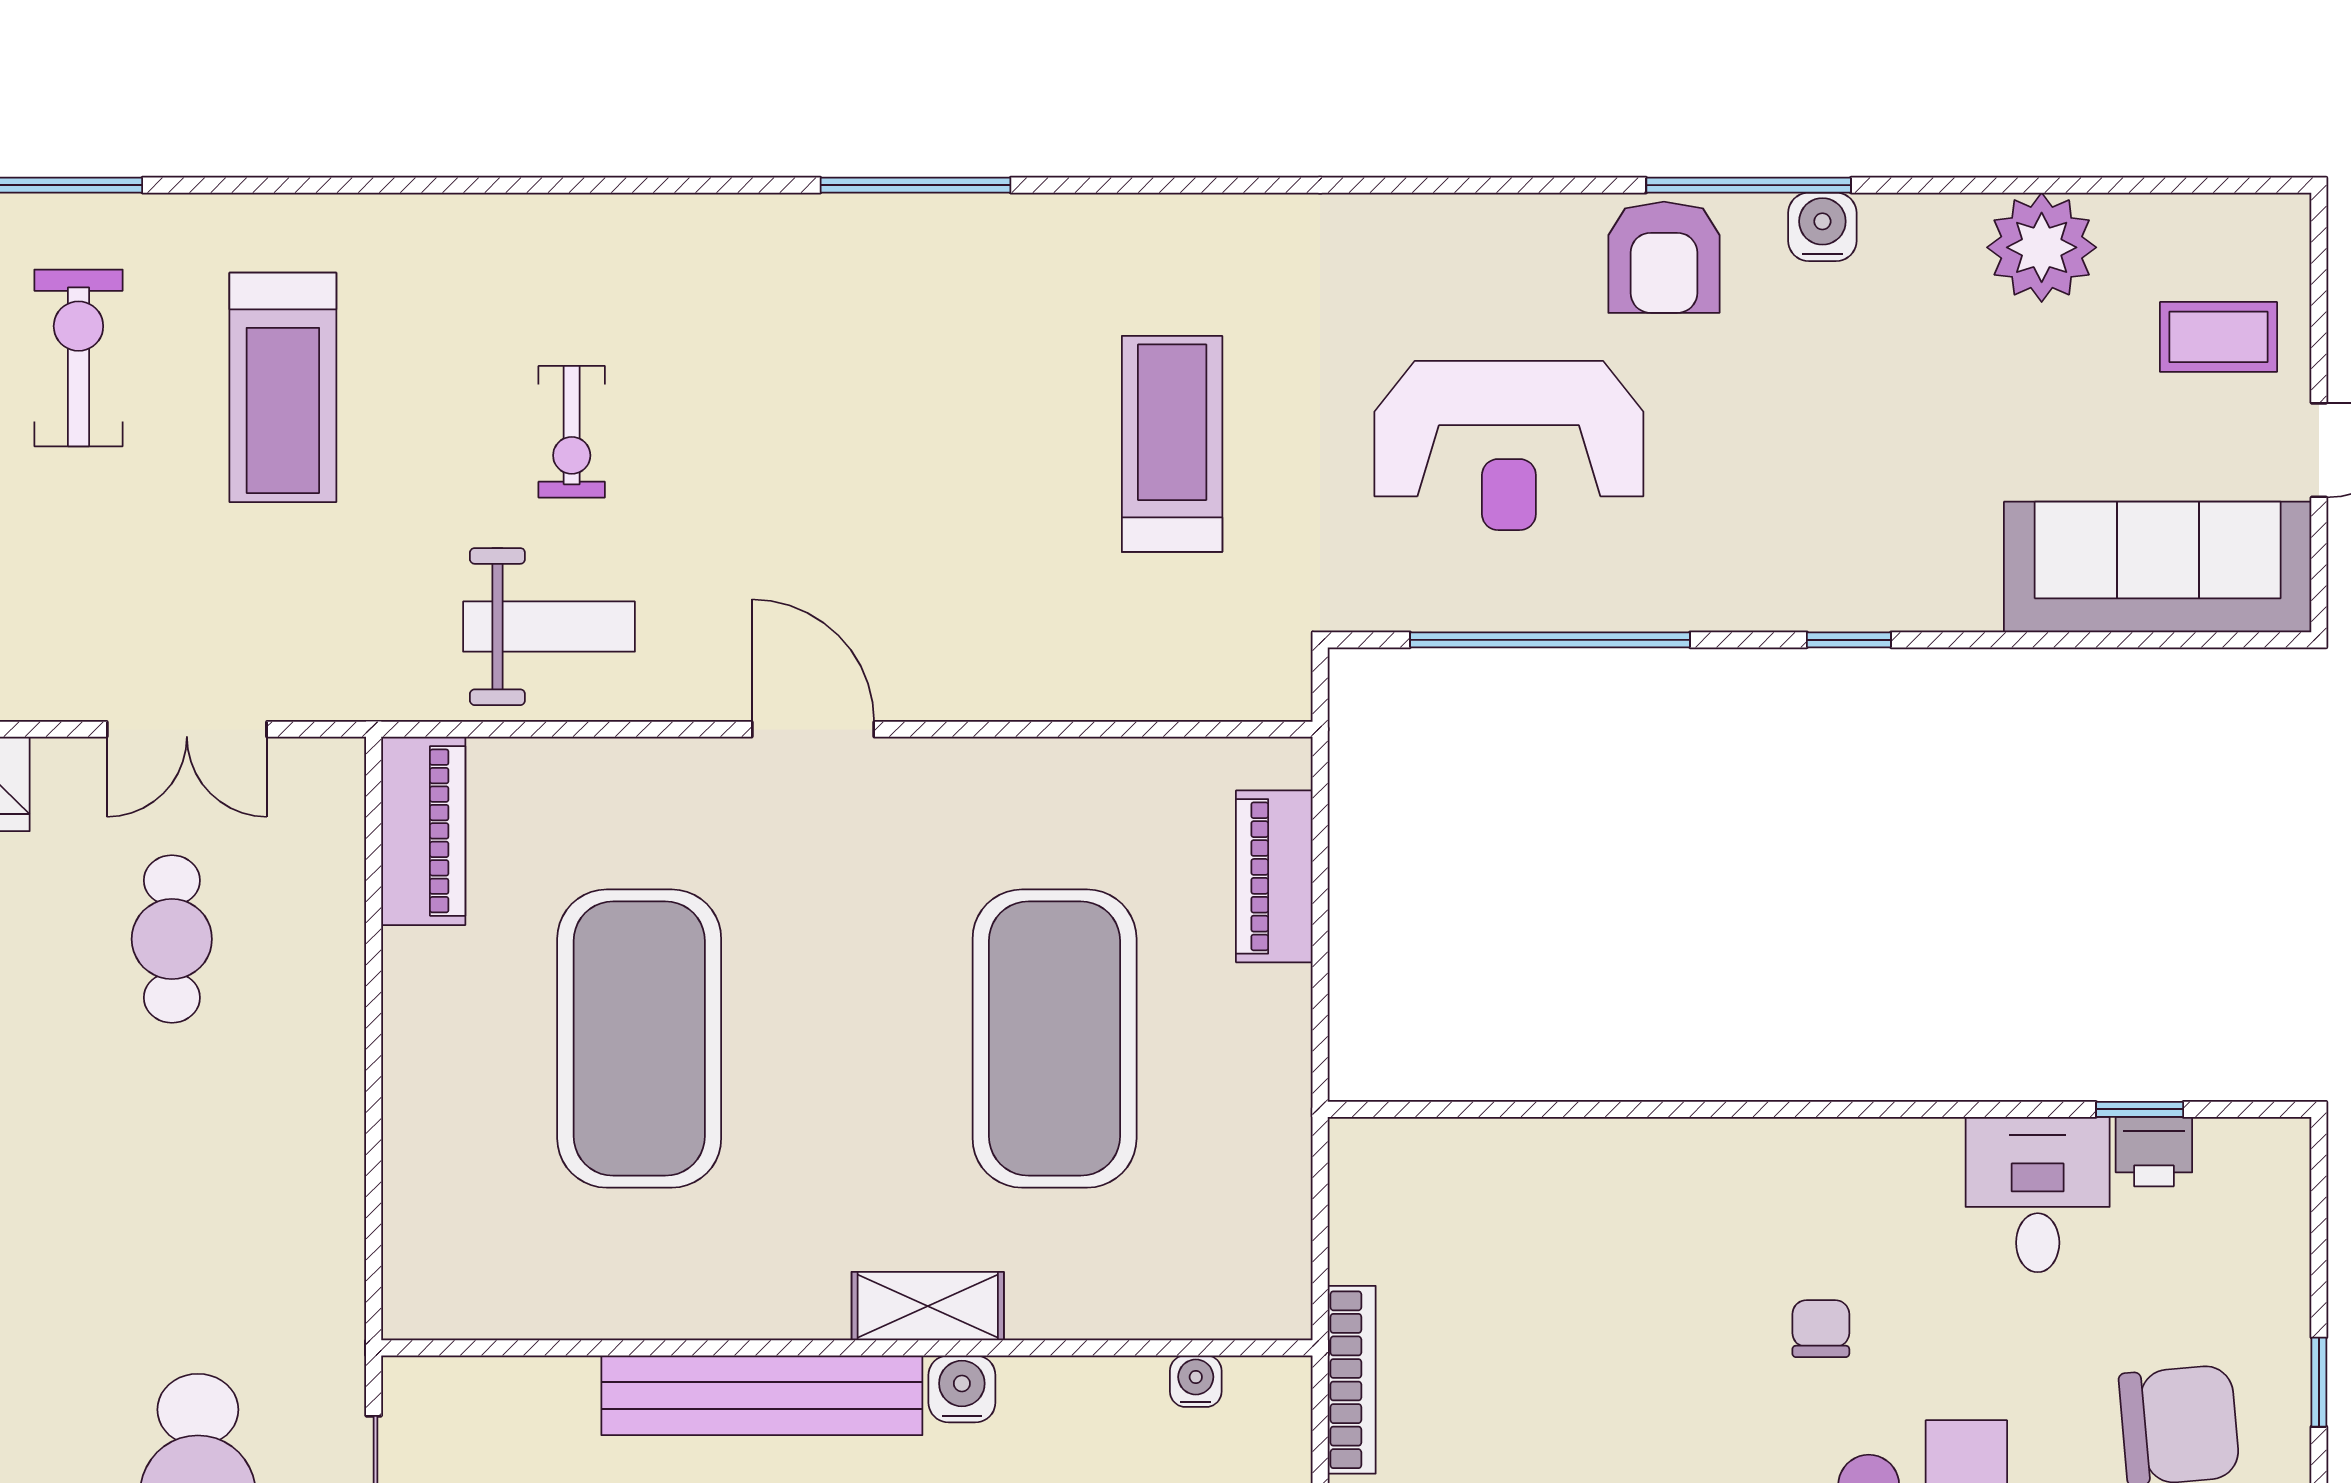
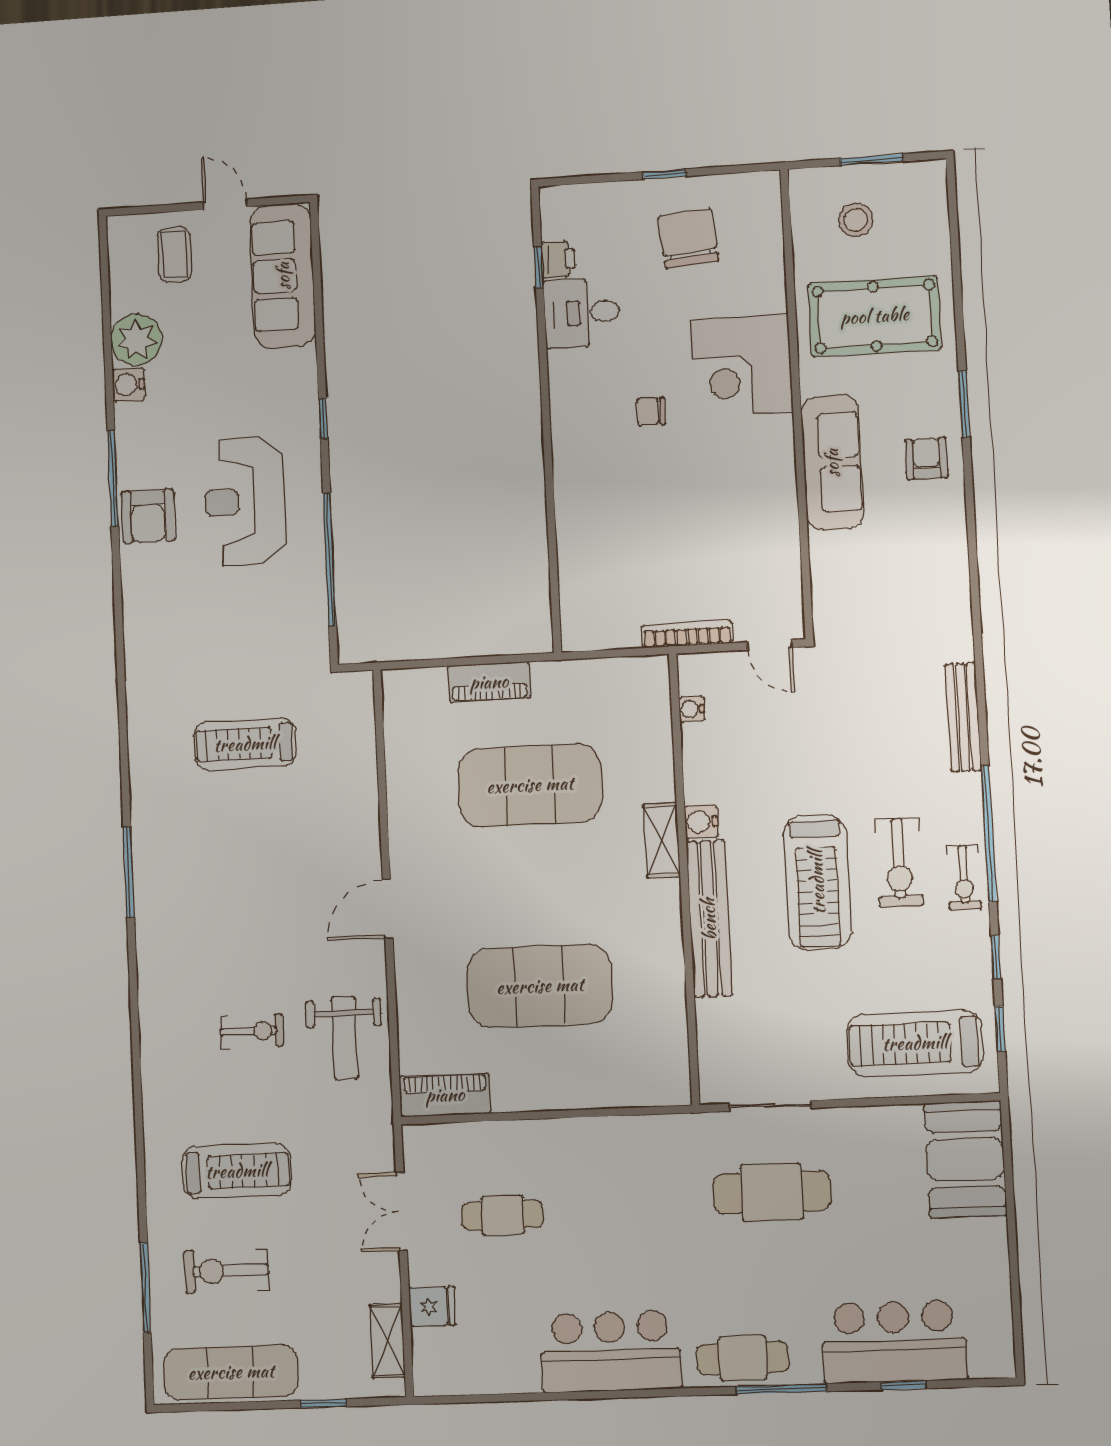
water cooler: (1822, 227) -> (129, 385), moved
armchair: (1664, 257) -> (148, 516), turned 90
reception desk: (1509, 445) -> (245, 501), moved, turned 180
weight bench: (549, 627) -> (345, 1038), turned 180
double door: (187, 729) -> (401, 1212), swing flipped
piano: (1274, 876) -> (489, 682), moved

